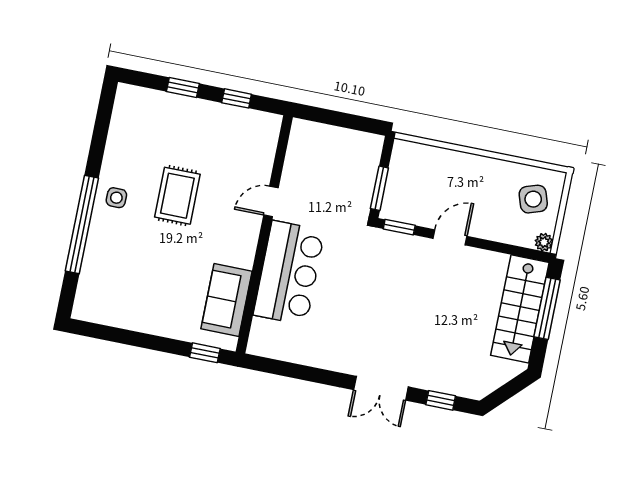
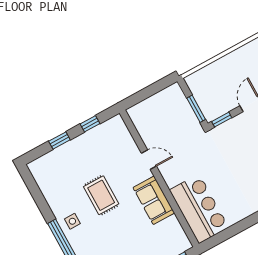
door: (271, 201) -> (149, 160), swing flipped
bar counter: (289, 273) -> (199, 209), moved
sofa: (226, 300) -> (154, 200), moved

